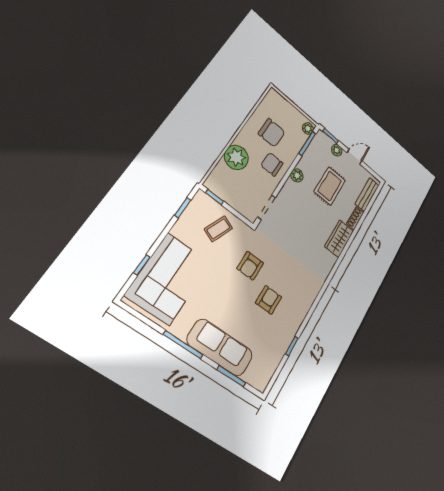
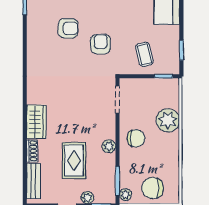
chair: (272, 133) -> (153, 188), moved
coffee table: (218, 229) -> (144, 54), turned -35
armchair: (269, 300) -> (68, 28), turned -90

